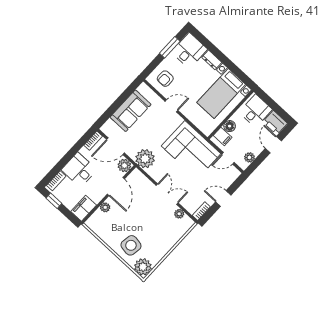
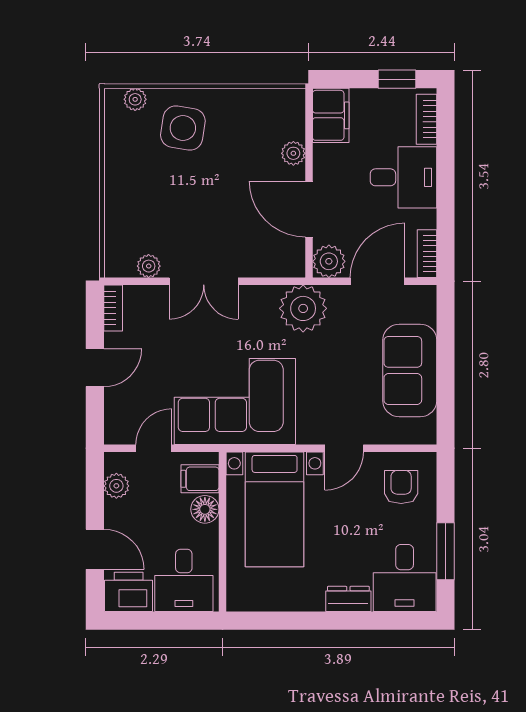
bed with nightstands: (221, 93) -> (275, 509), moved, turned 180
plant: (143, 267) -> (135, 99), width x0.53, depth x0.53

